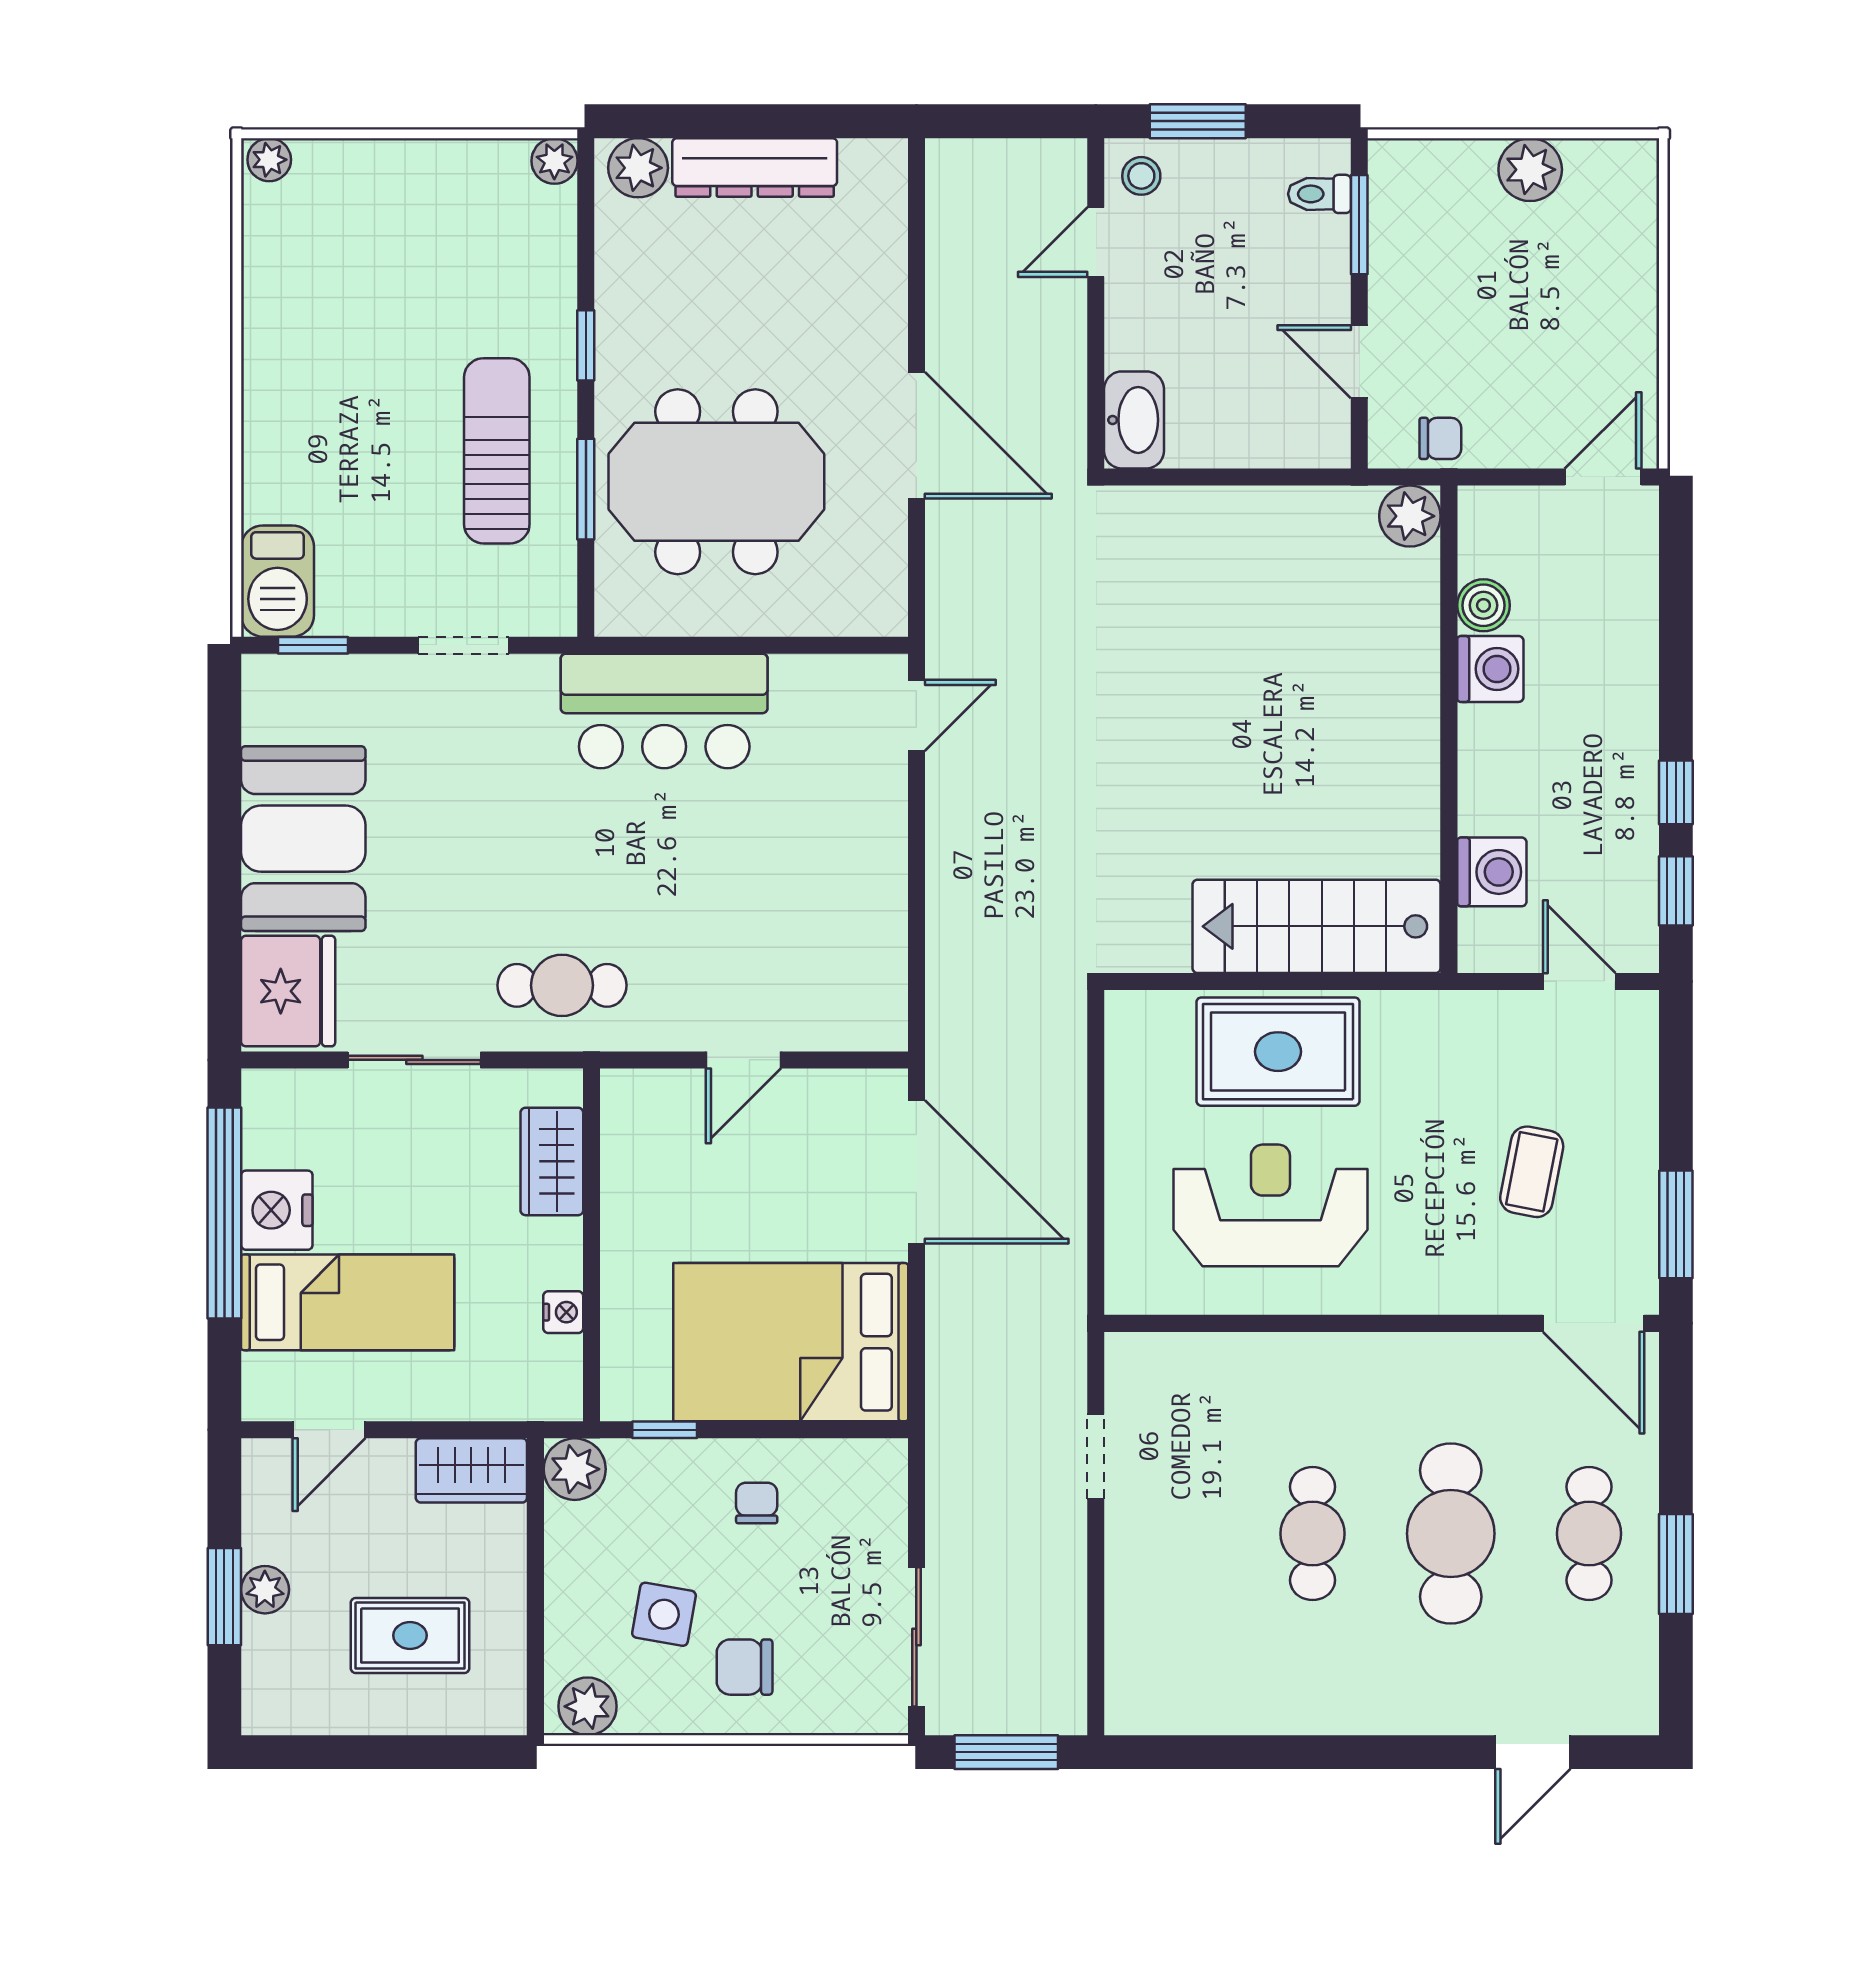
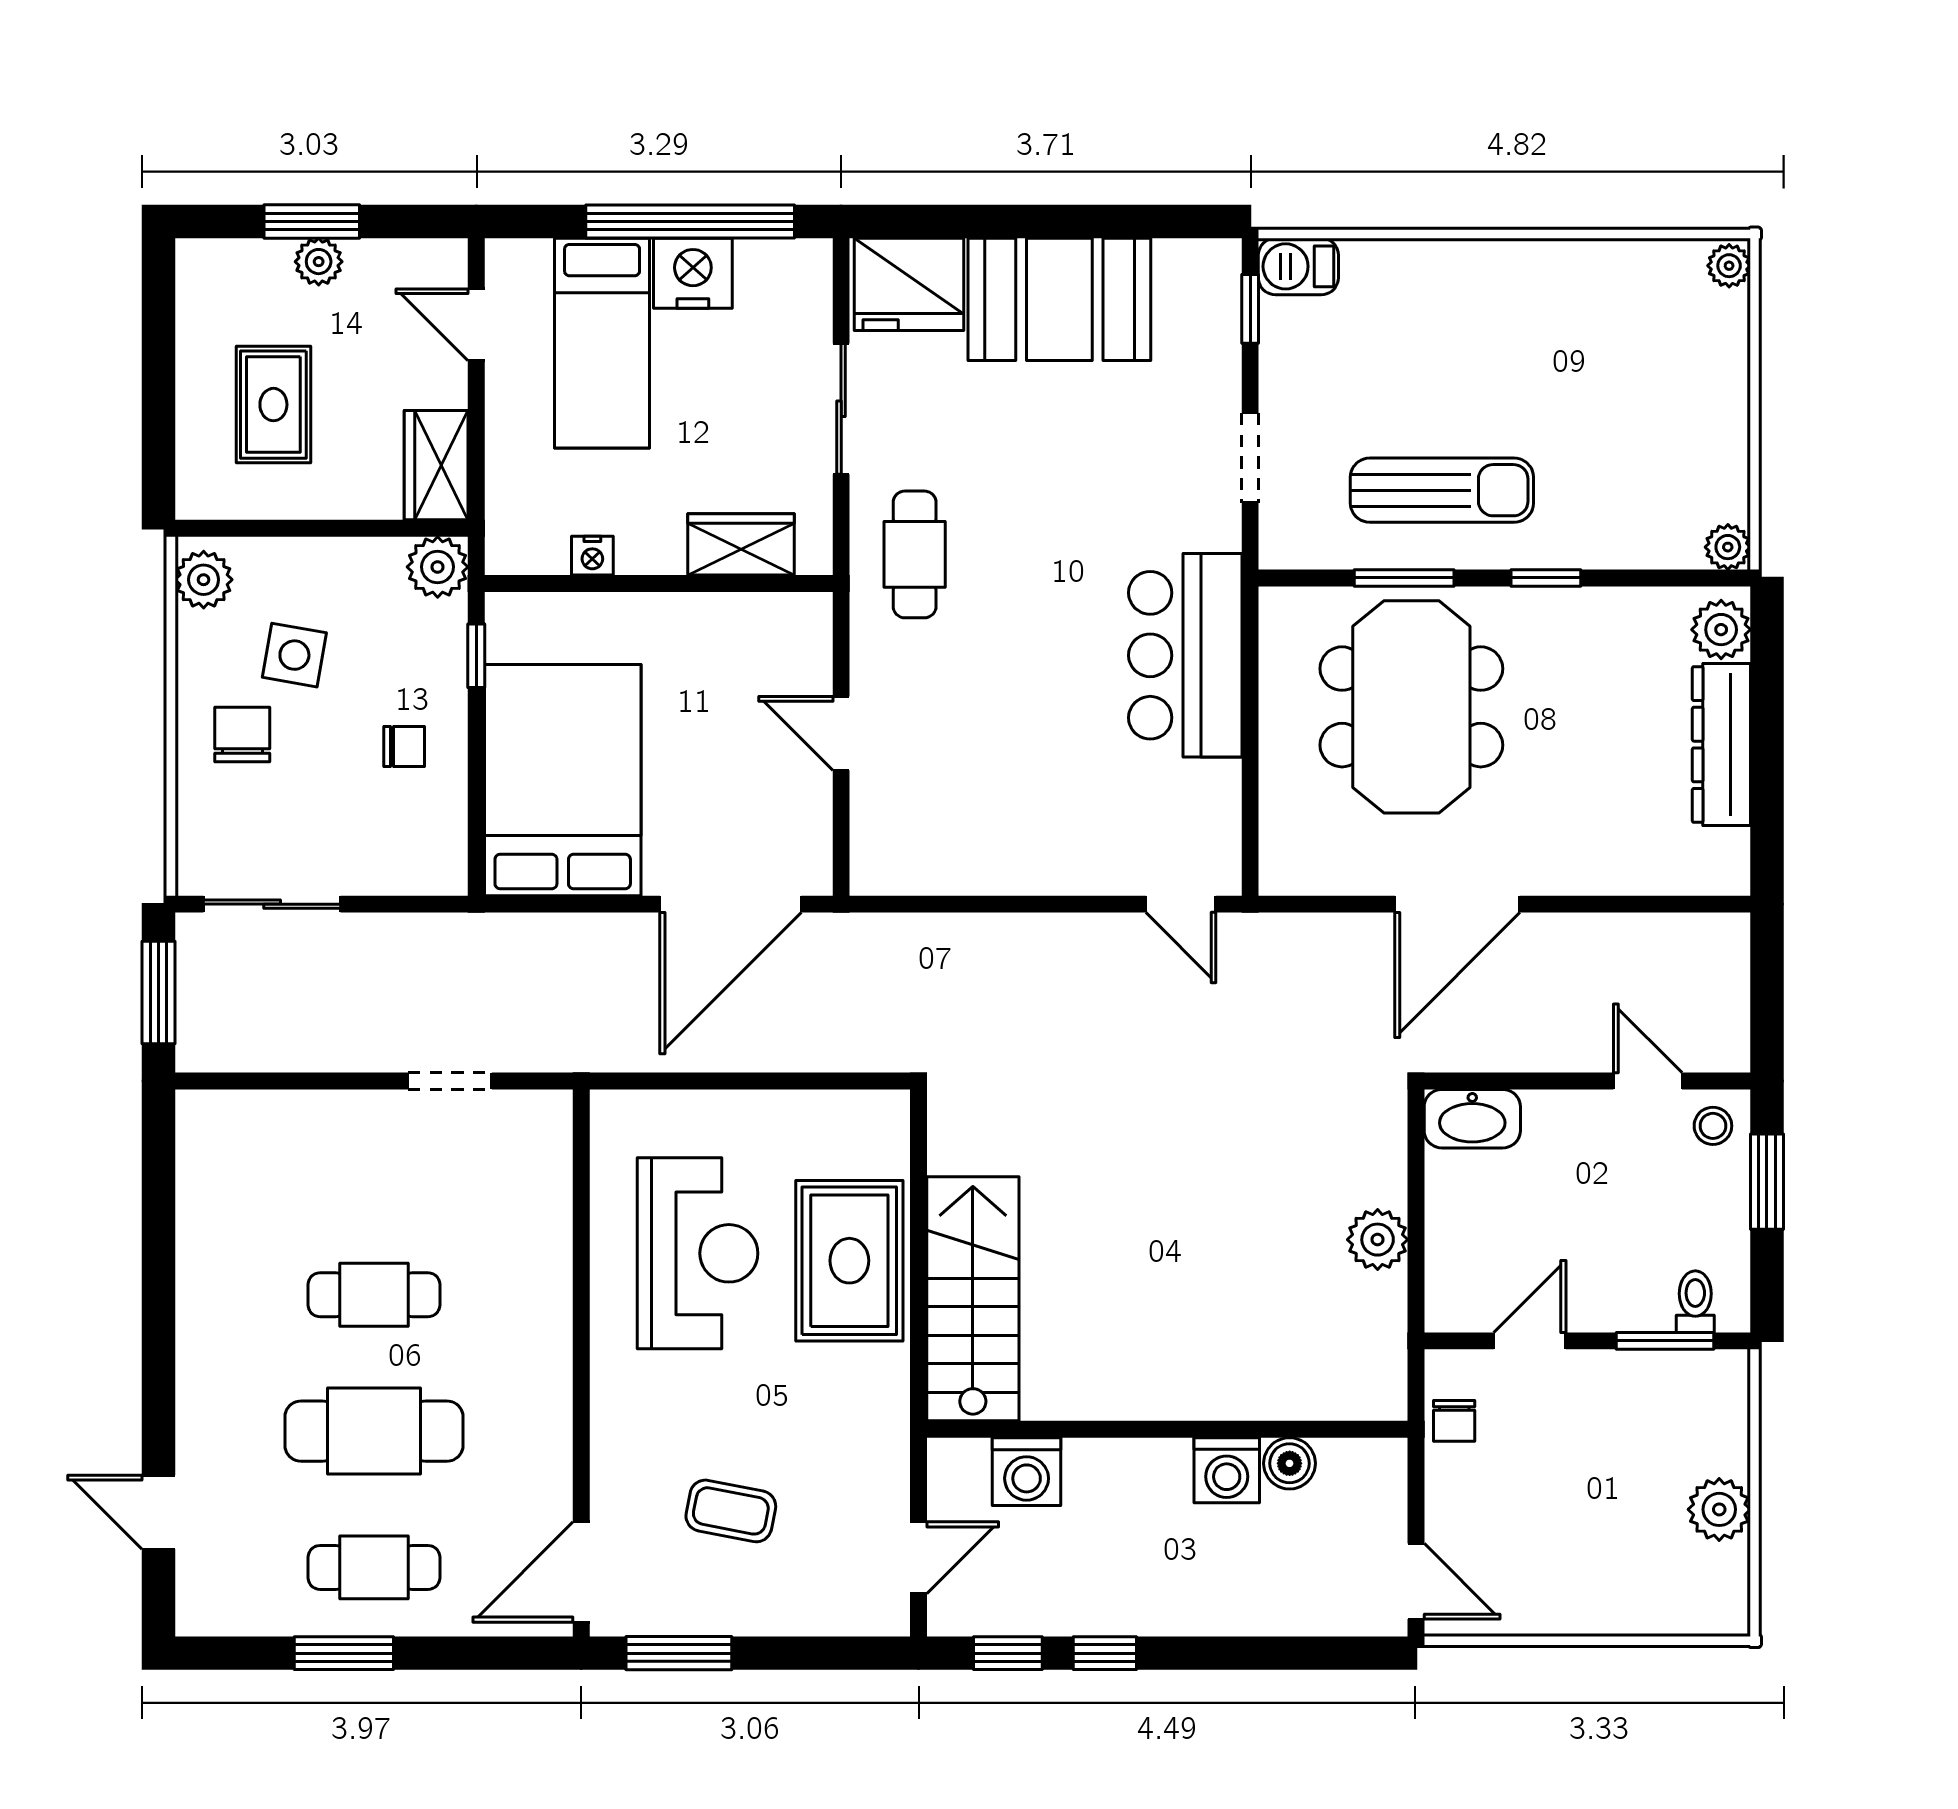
plant: (1410, 516) -> (1378, 1240), moved
barbecue: (278, 581) -> (1298, 266), width x0.73, depth x0.79

